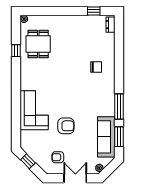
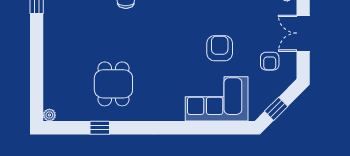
dining table: (38, 44) -> (113, 84), moved, turned 90
corner sofa: (34, 110) -> (217, 99), moved

